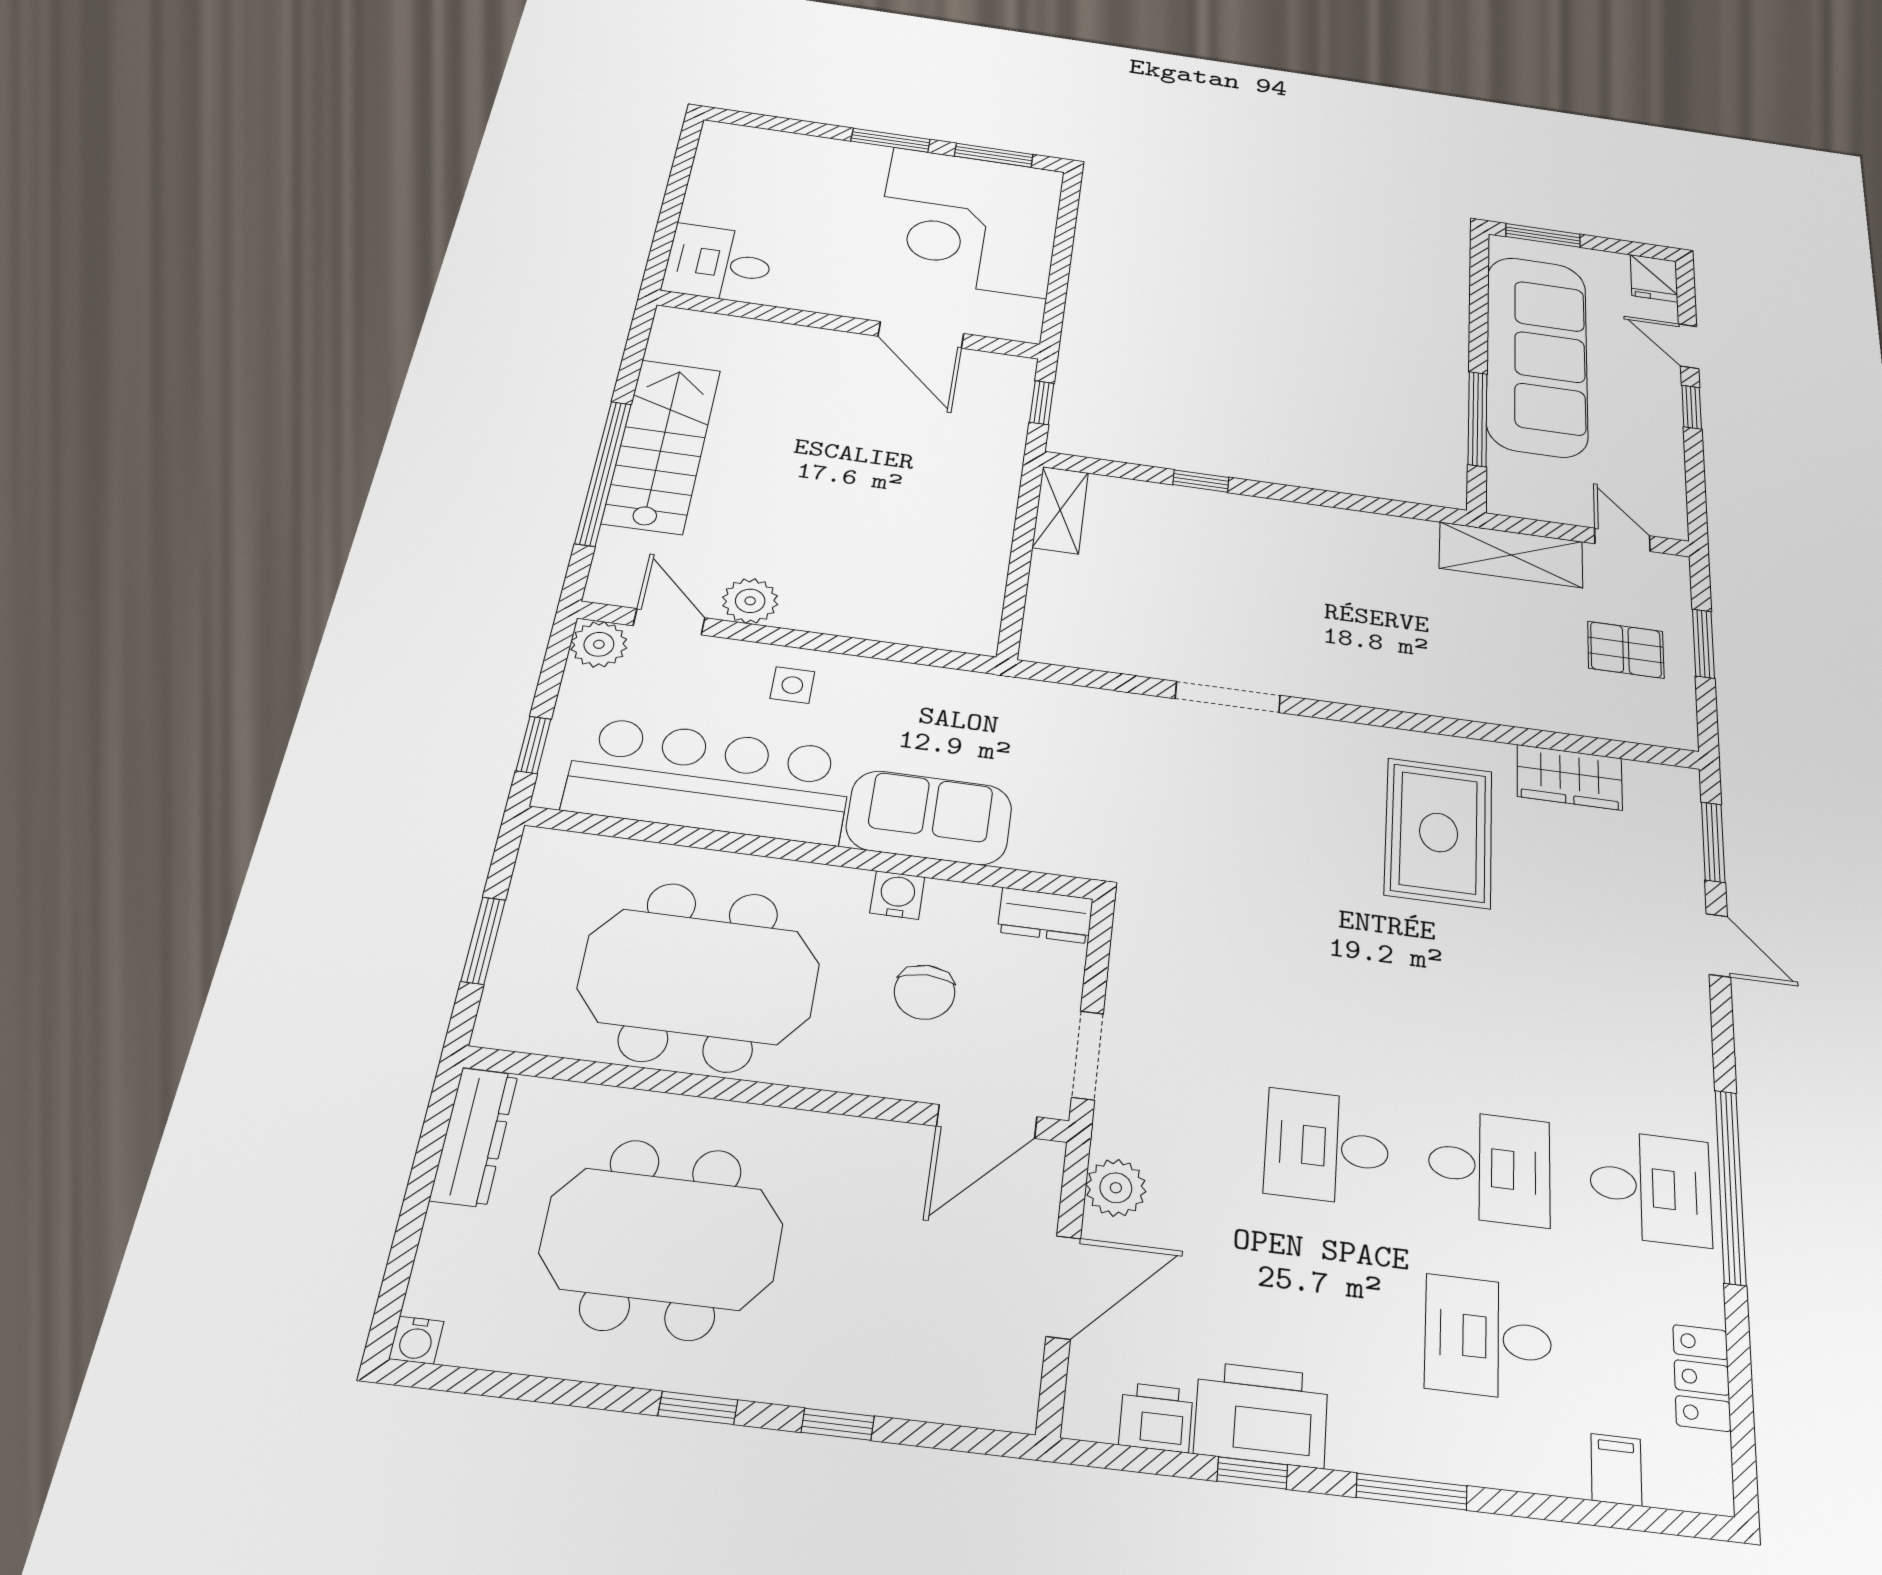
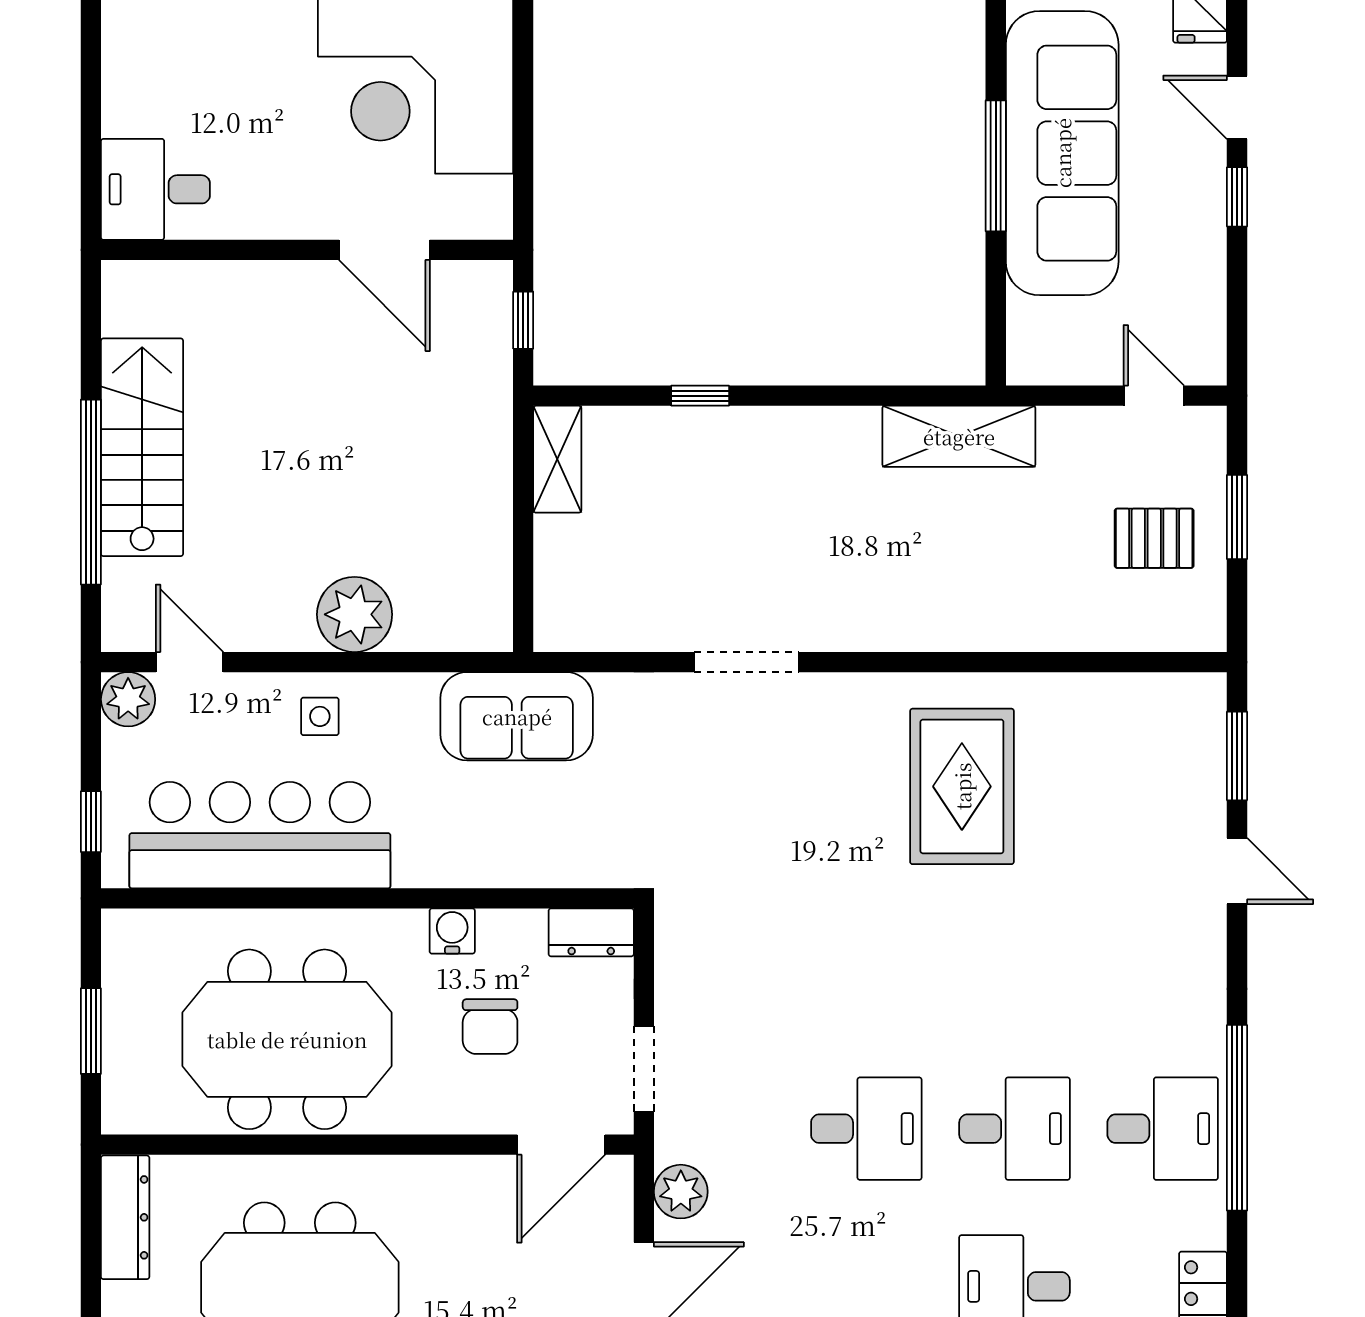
window: (1477, 419) -> (996, 166), moved
shelving: (1511, 555) -> (959, 436), moved
plant: (750, 601) -> (355, 614), moved, width x1.36, depth x1.36
wardrobe: (1570, 777) -> (1093, 703), removed
sofa: (929, 818) -> (517, 716), moved, turned 180
desk: (1327, 1147) -> (866, 1129), turned 180

